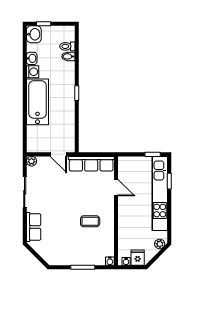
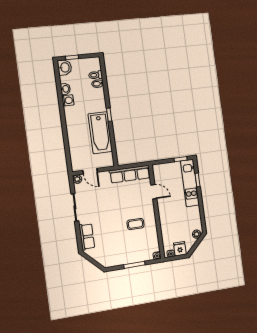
bathtub: (37, 102) -> (100, 133), moved, turned 180
door: (58, 154) -> (90, 171), moved
kitchen unit: (160, 193) -> (190, 183), width x0.73

